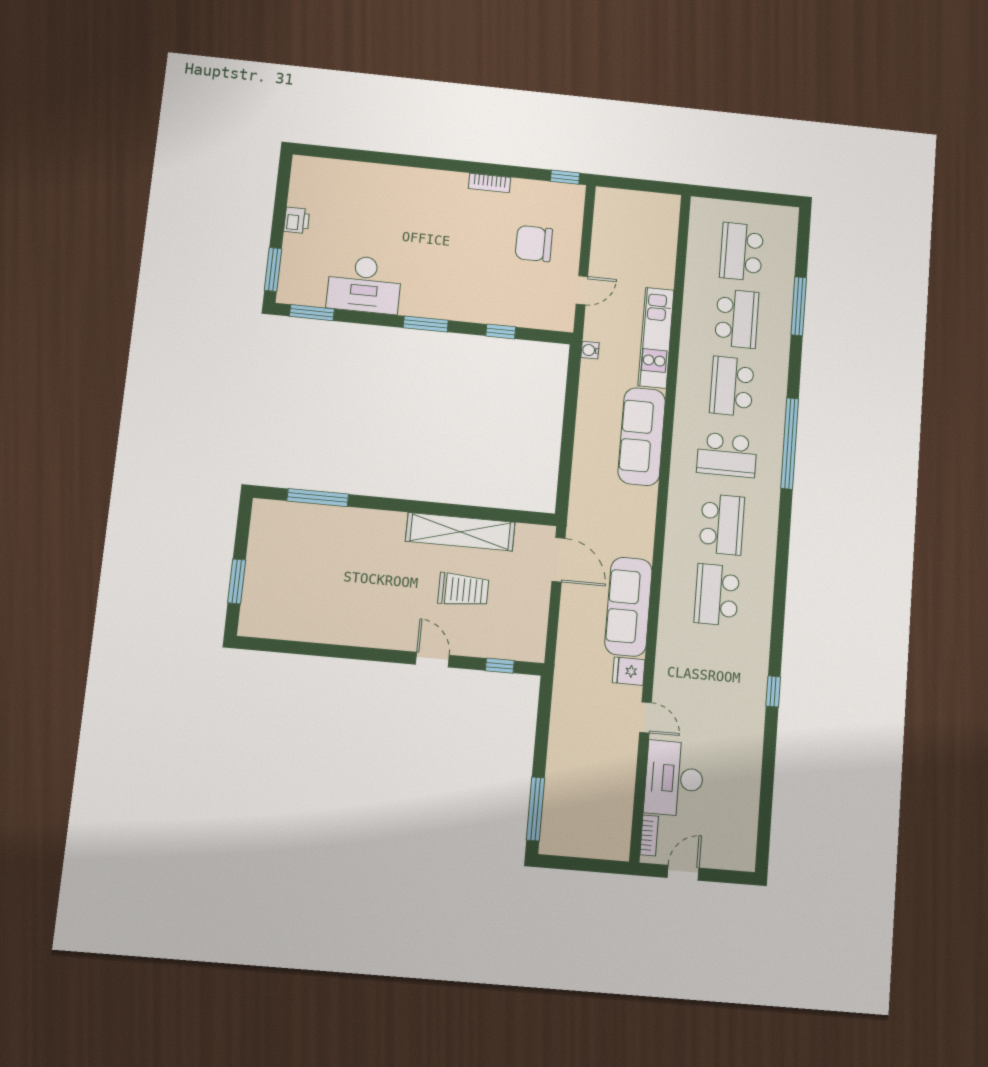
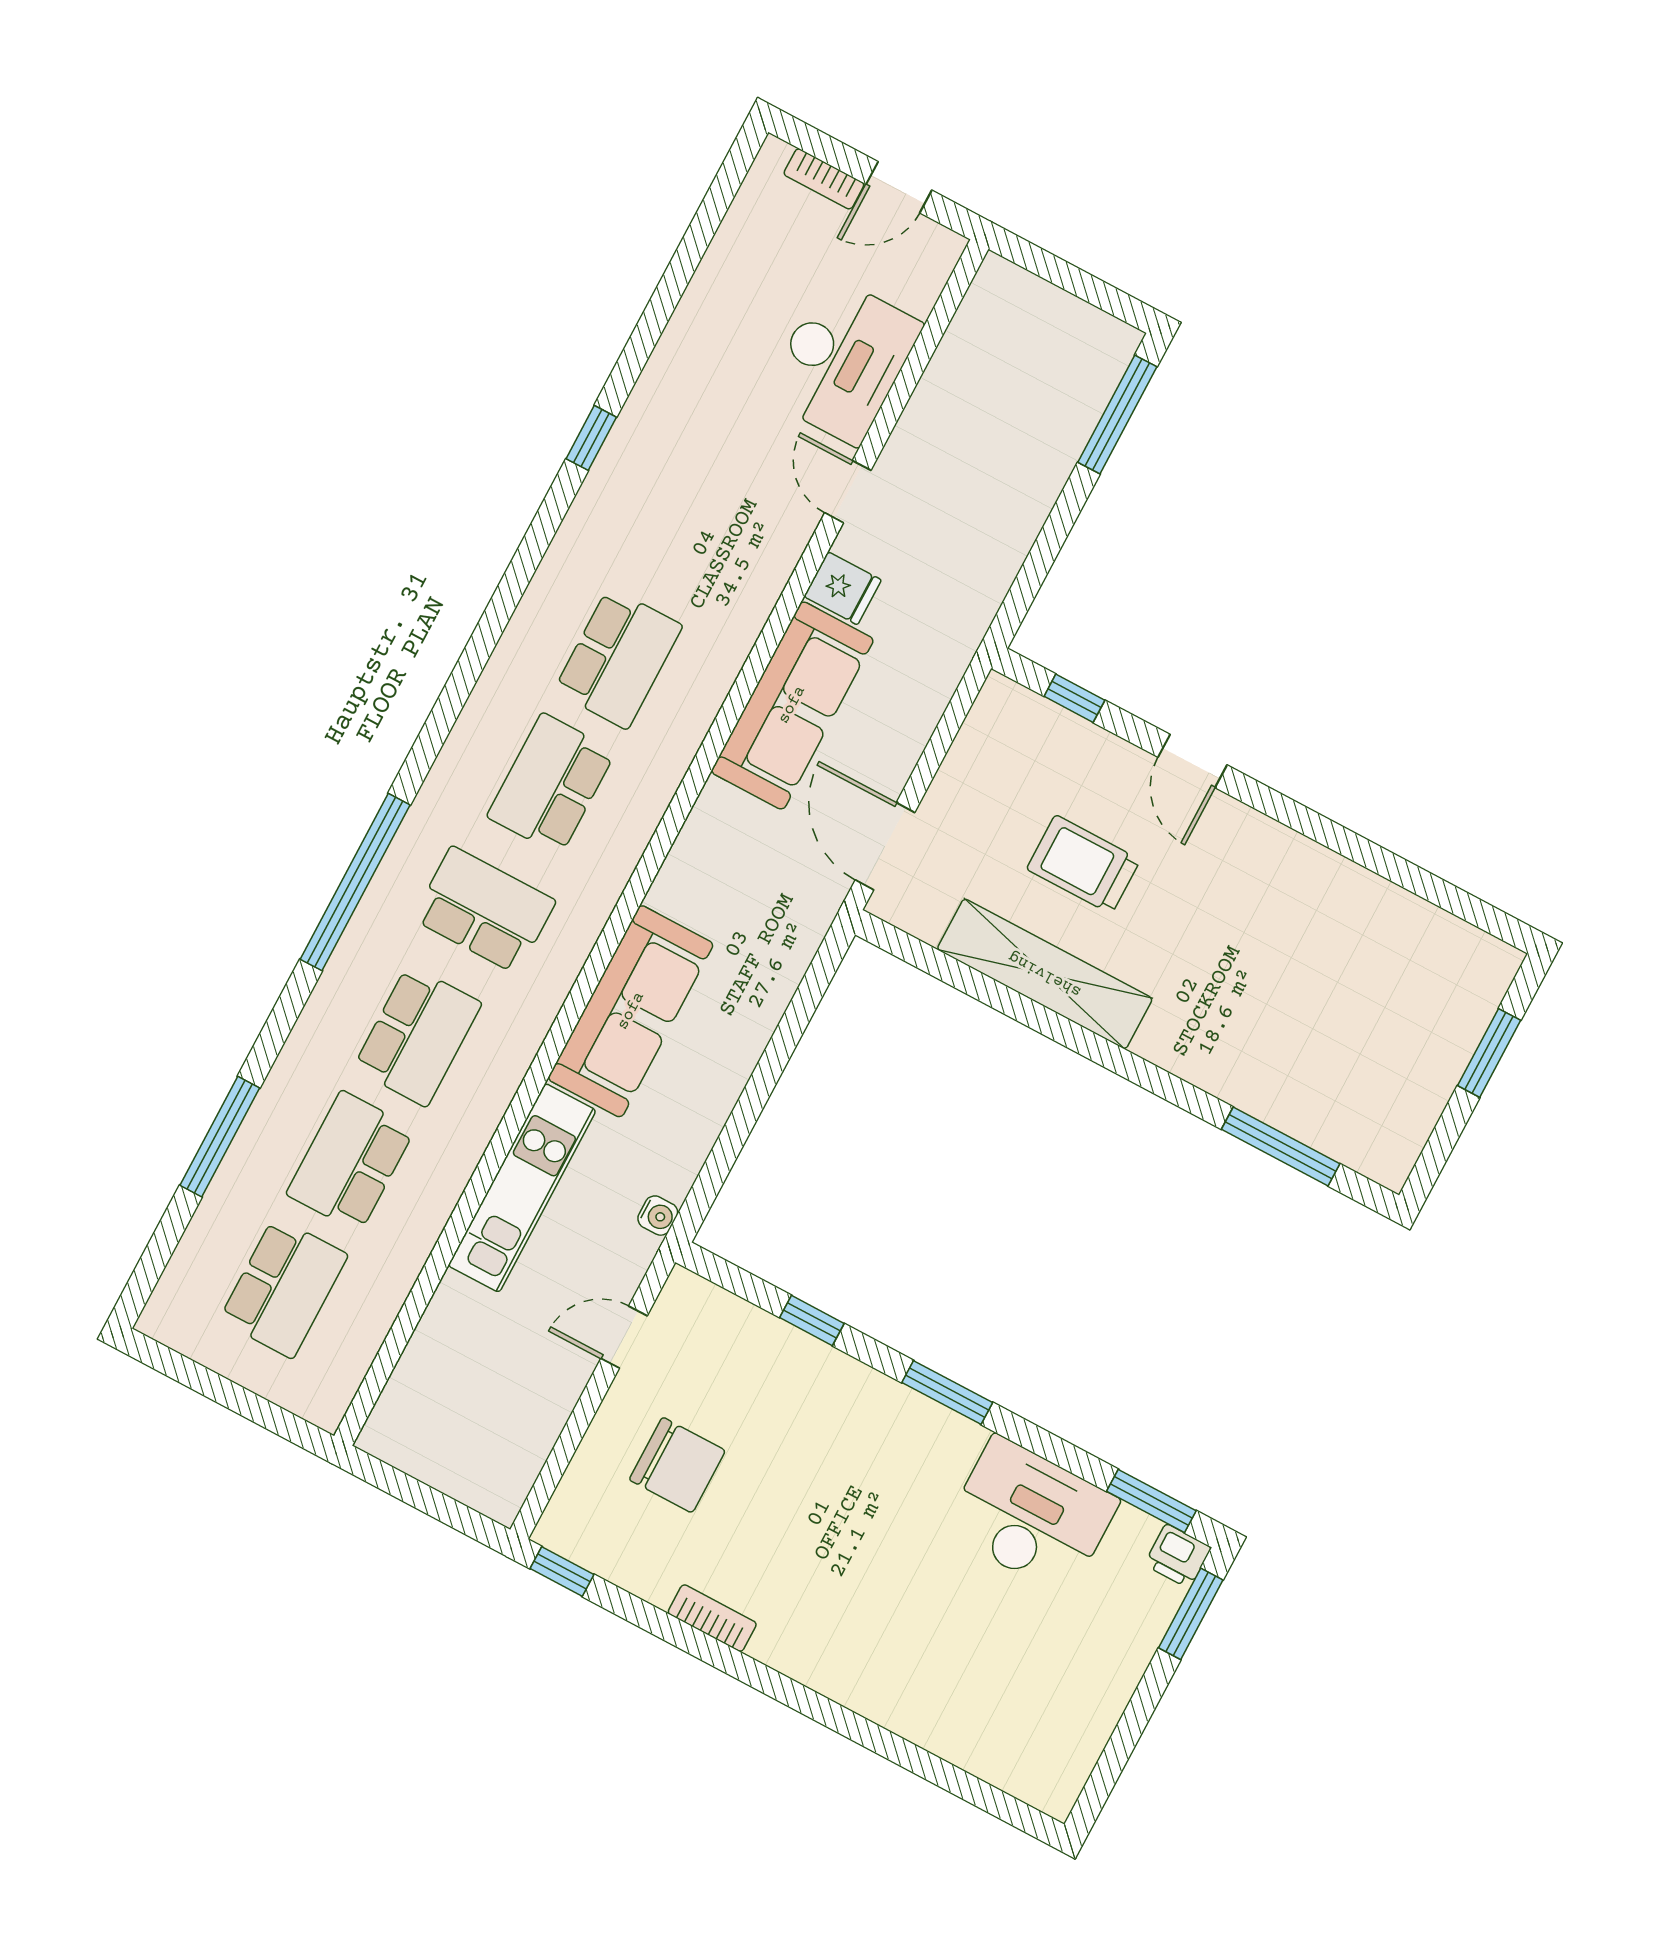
printer: (297, 220) -> (1178, 1556), moved, turned -90
bookcase: (649, 835) -> (824, 179), moved, turned -90

